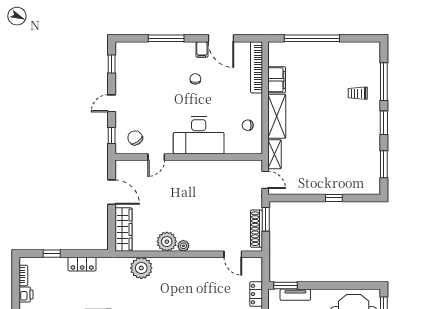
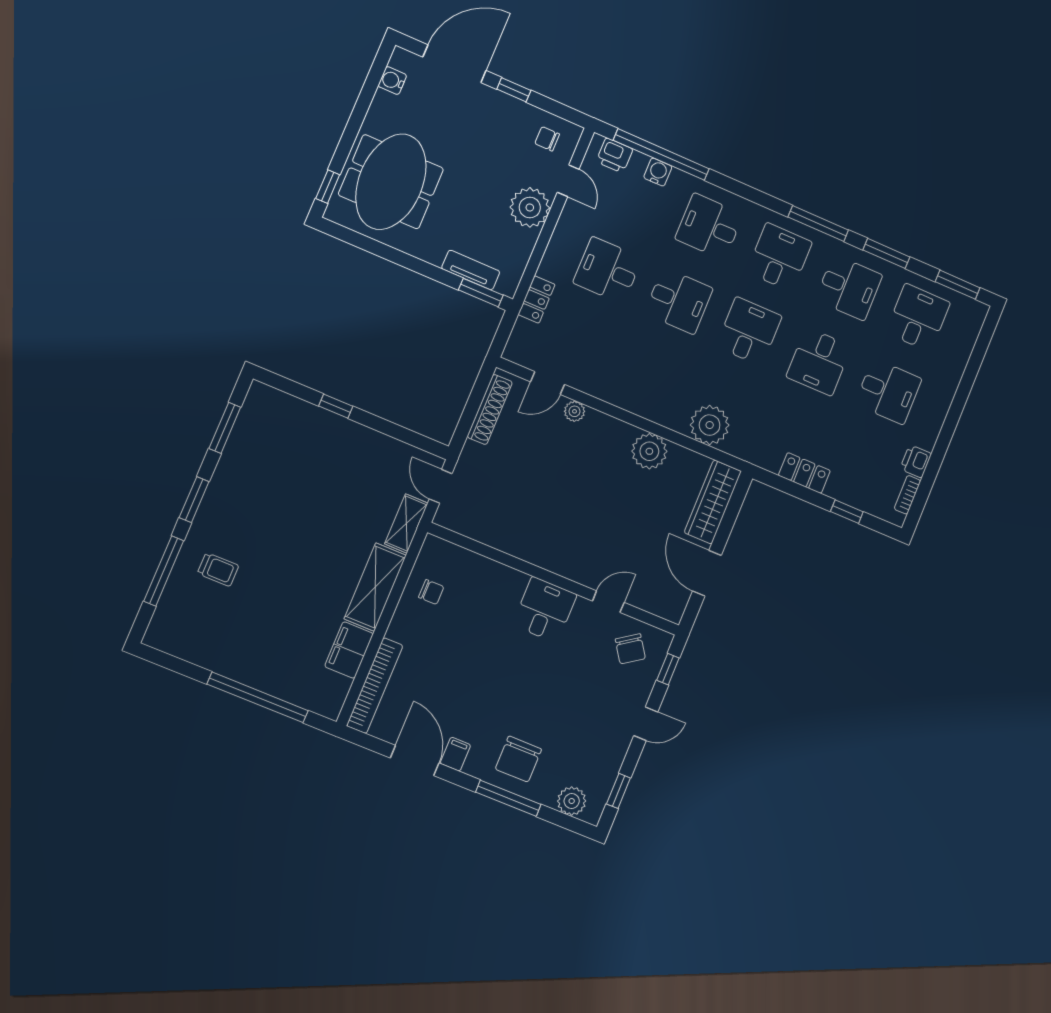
plant: (133, 50) -> (572, 801), added
chair: (195, 79) -> (518, 759), moved, width x1.87, depth x1.87
desk: (199, 135) -> (545, 610), width x0.53, depth x0.77
window: (266, 219) -> (467, 419), removed
plant: (183, 246) -> (575, 411), moved
door: (233, 254) -> (548, 383), swing flipped

